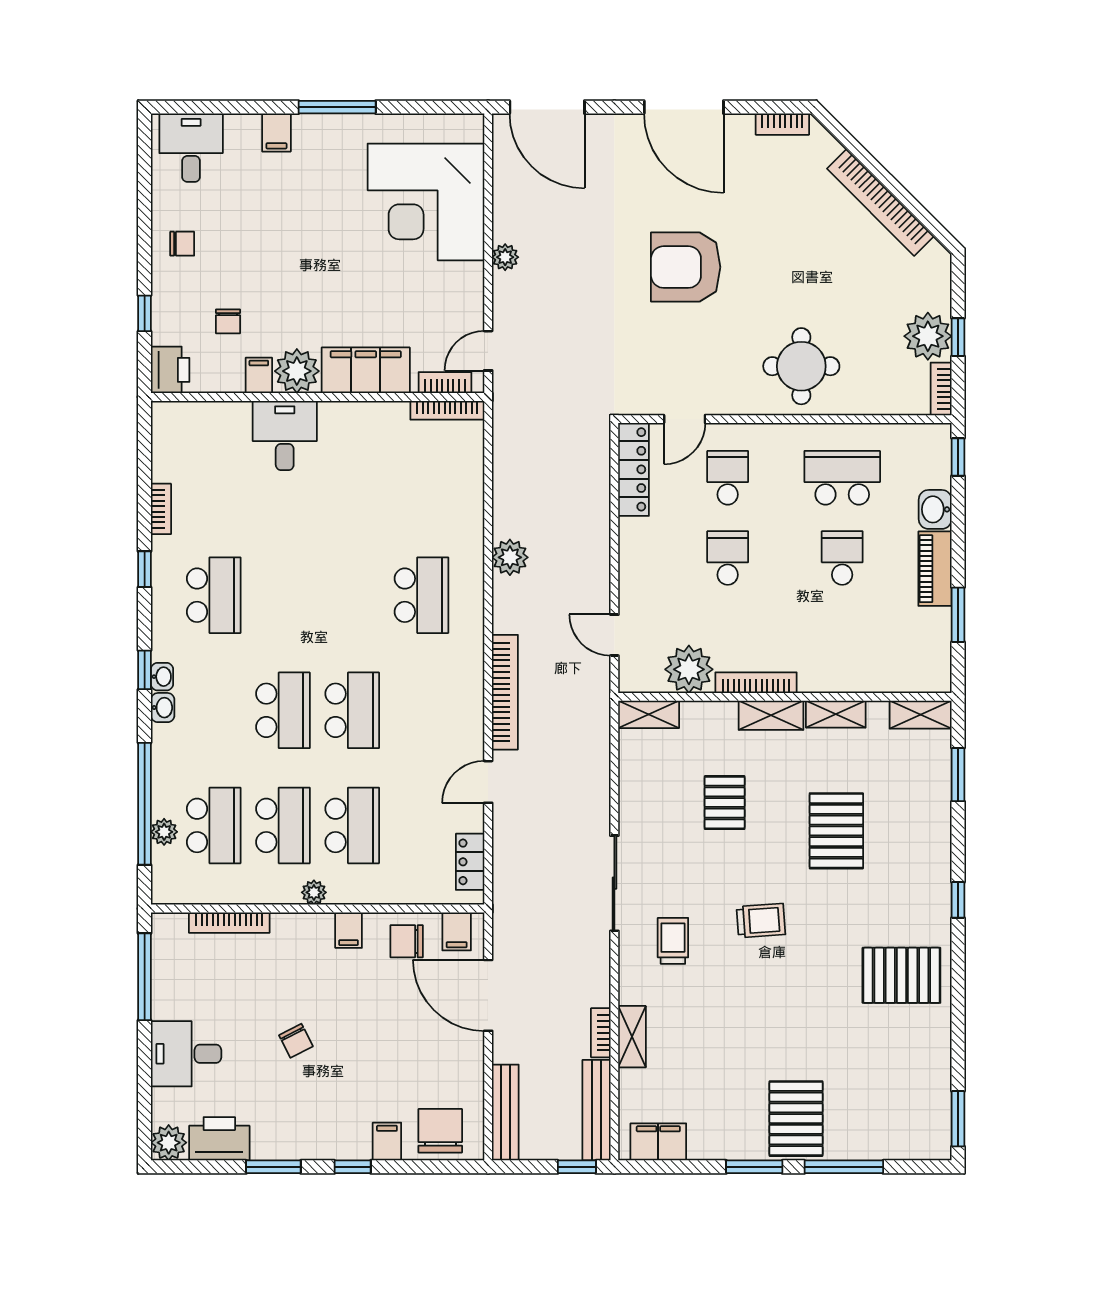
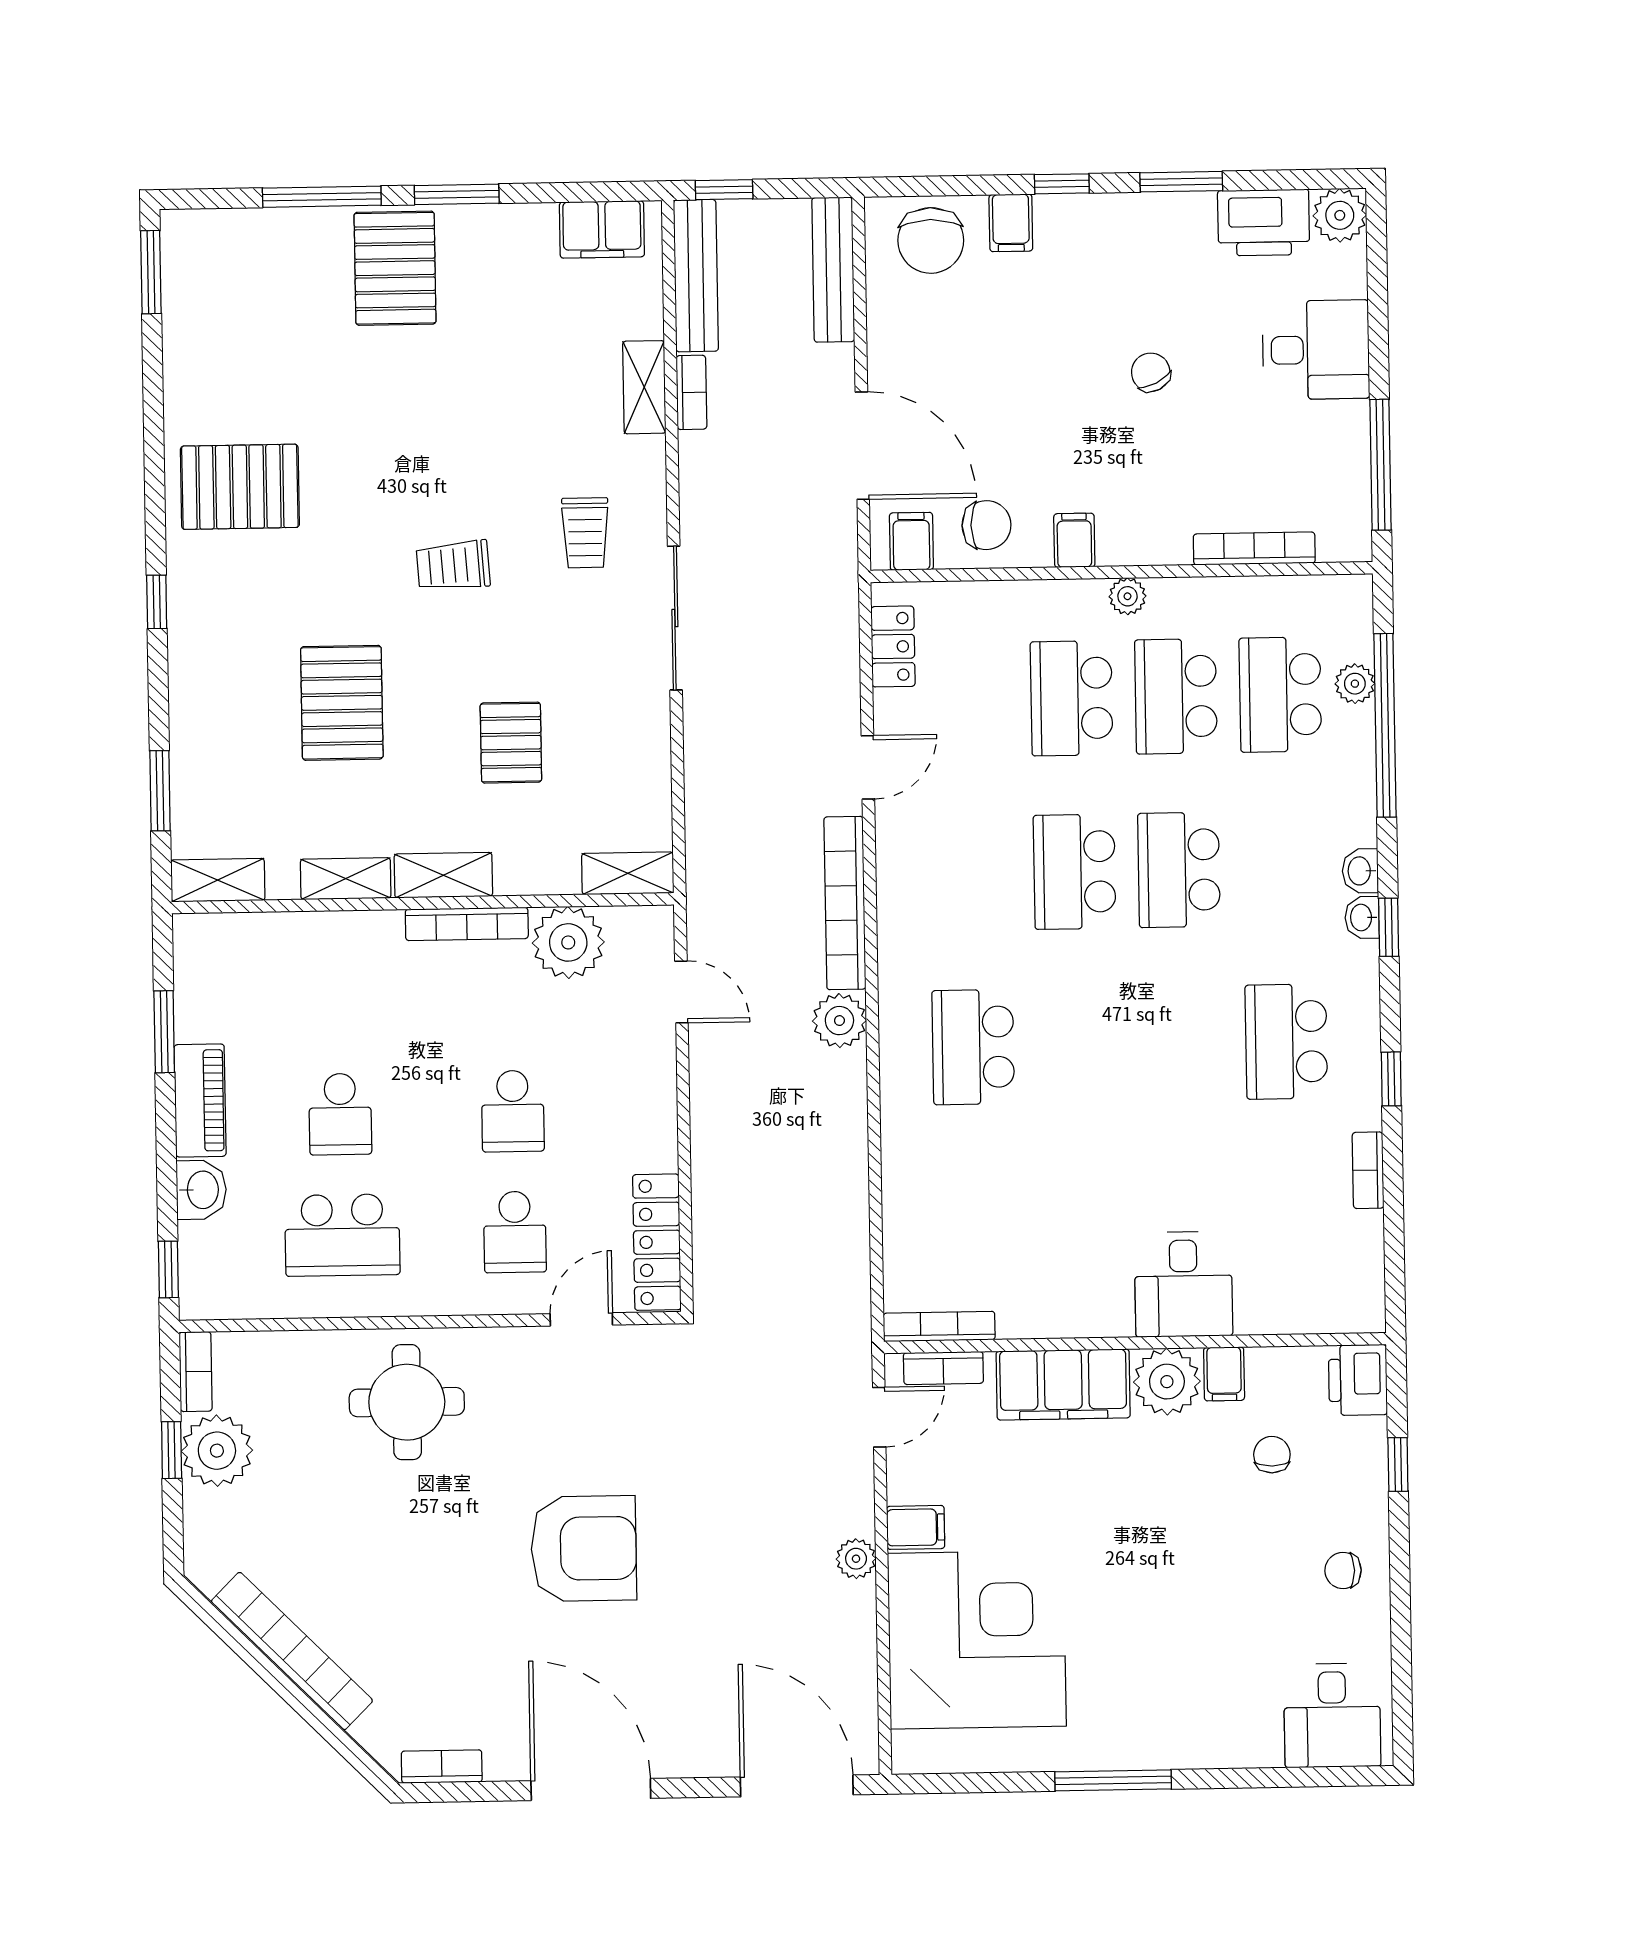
filing cabinet: (276, 133) -> (916, 1527), moved, turned 90
plant: (510, 557) -> (839, 1021), moved

